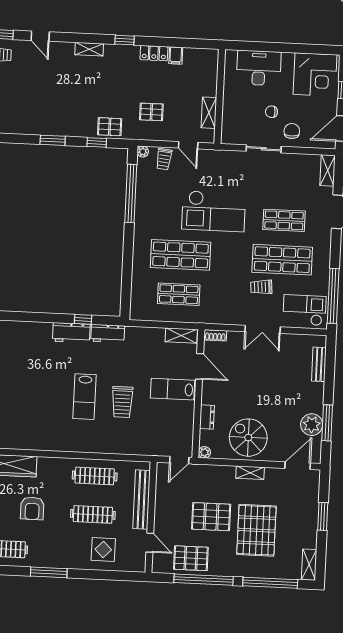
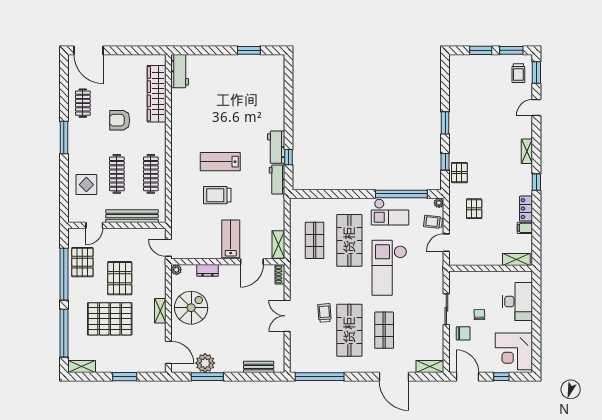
shelving: (209, 113) -> (516, 260), moved
checkout: (304, 310) -> (390, 212), moved, turned 90

